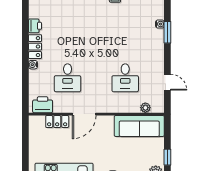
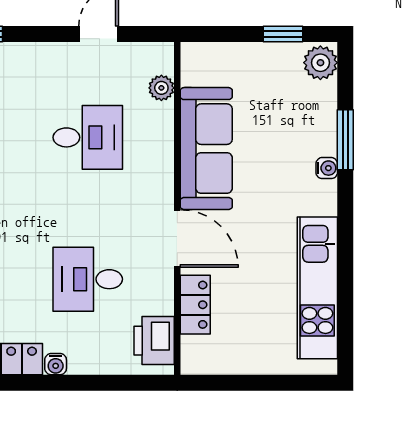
desk: (68, 78) -> (88, 279), turned 180
sofa: (139, 126) -> (206, 149), moved

